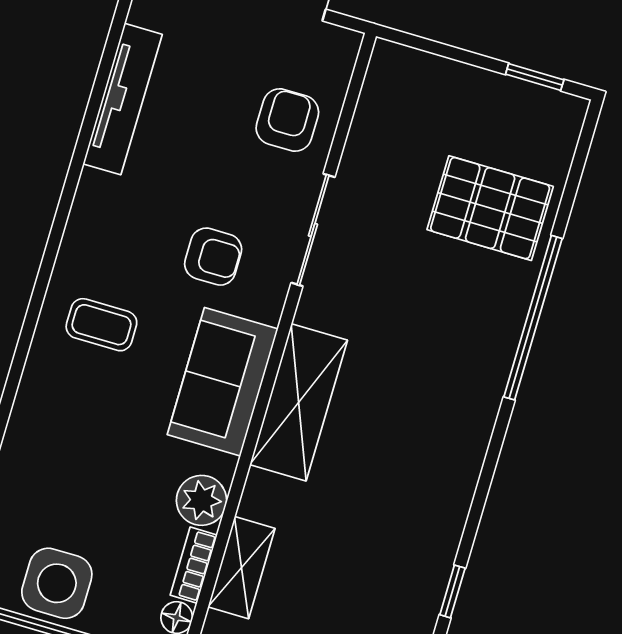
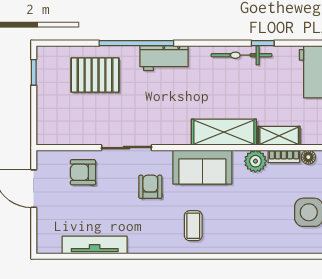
pallet: (490, 208) -> (95, 75), turned 90
workbench: (483, 368) -> (164, 58), added
shelving: (299, 402) -> (224, 132), moved
bicycle: (440, 538) -> (241, 55), added

